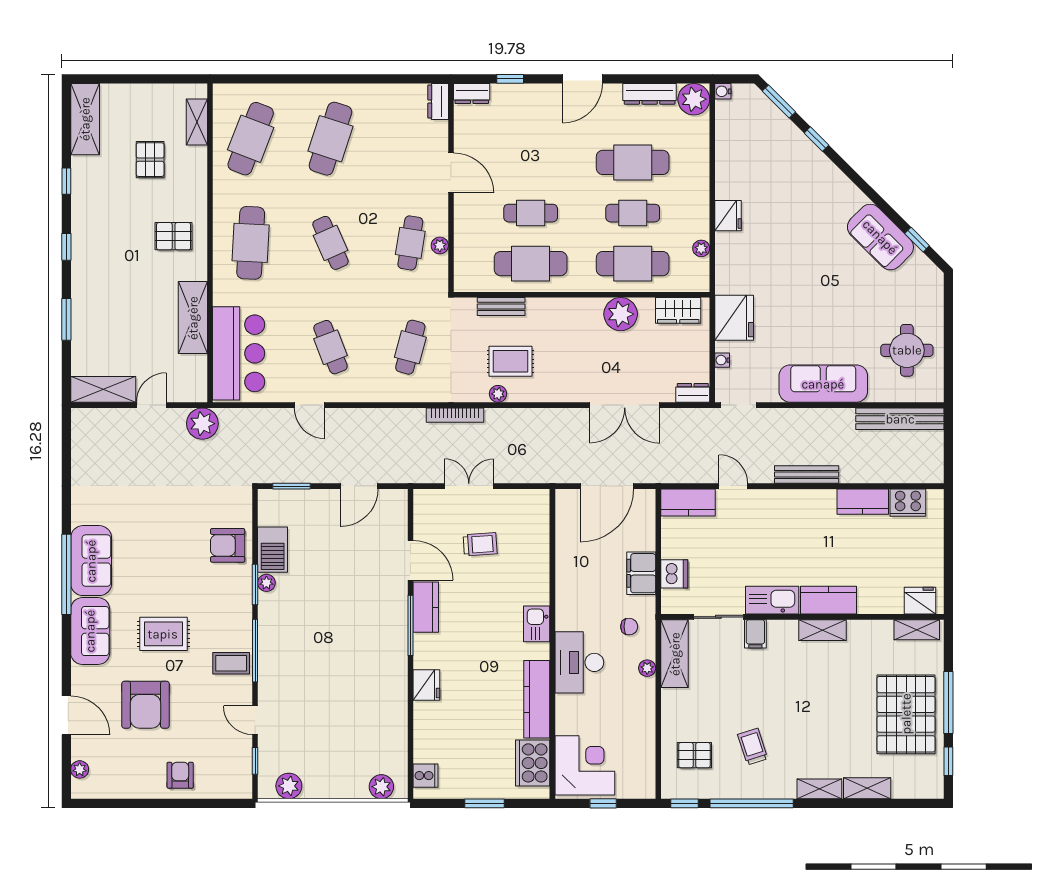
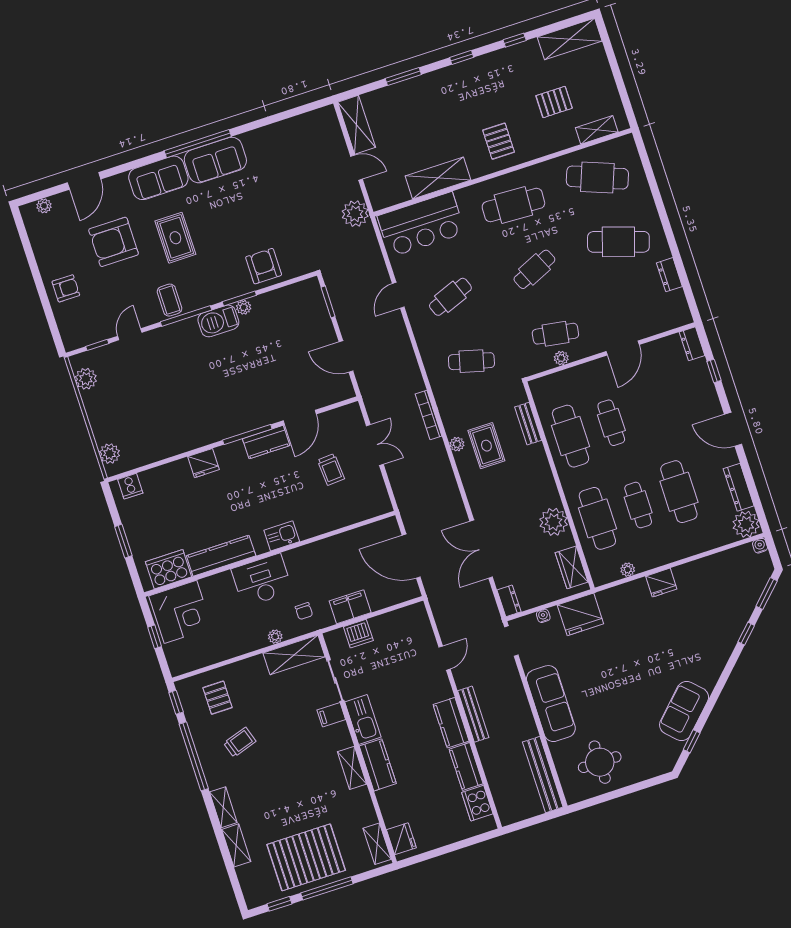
dresser: (438, 102) -> (669, 275), moved, turned -90
kitchen counter: (688, 502) -> (451, 723), moved
barbecue: (273, 550) -> (218, 321), moved

